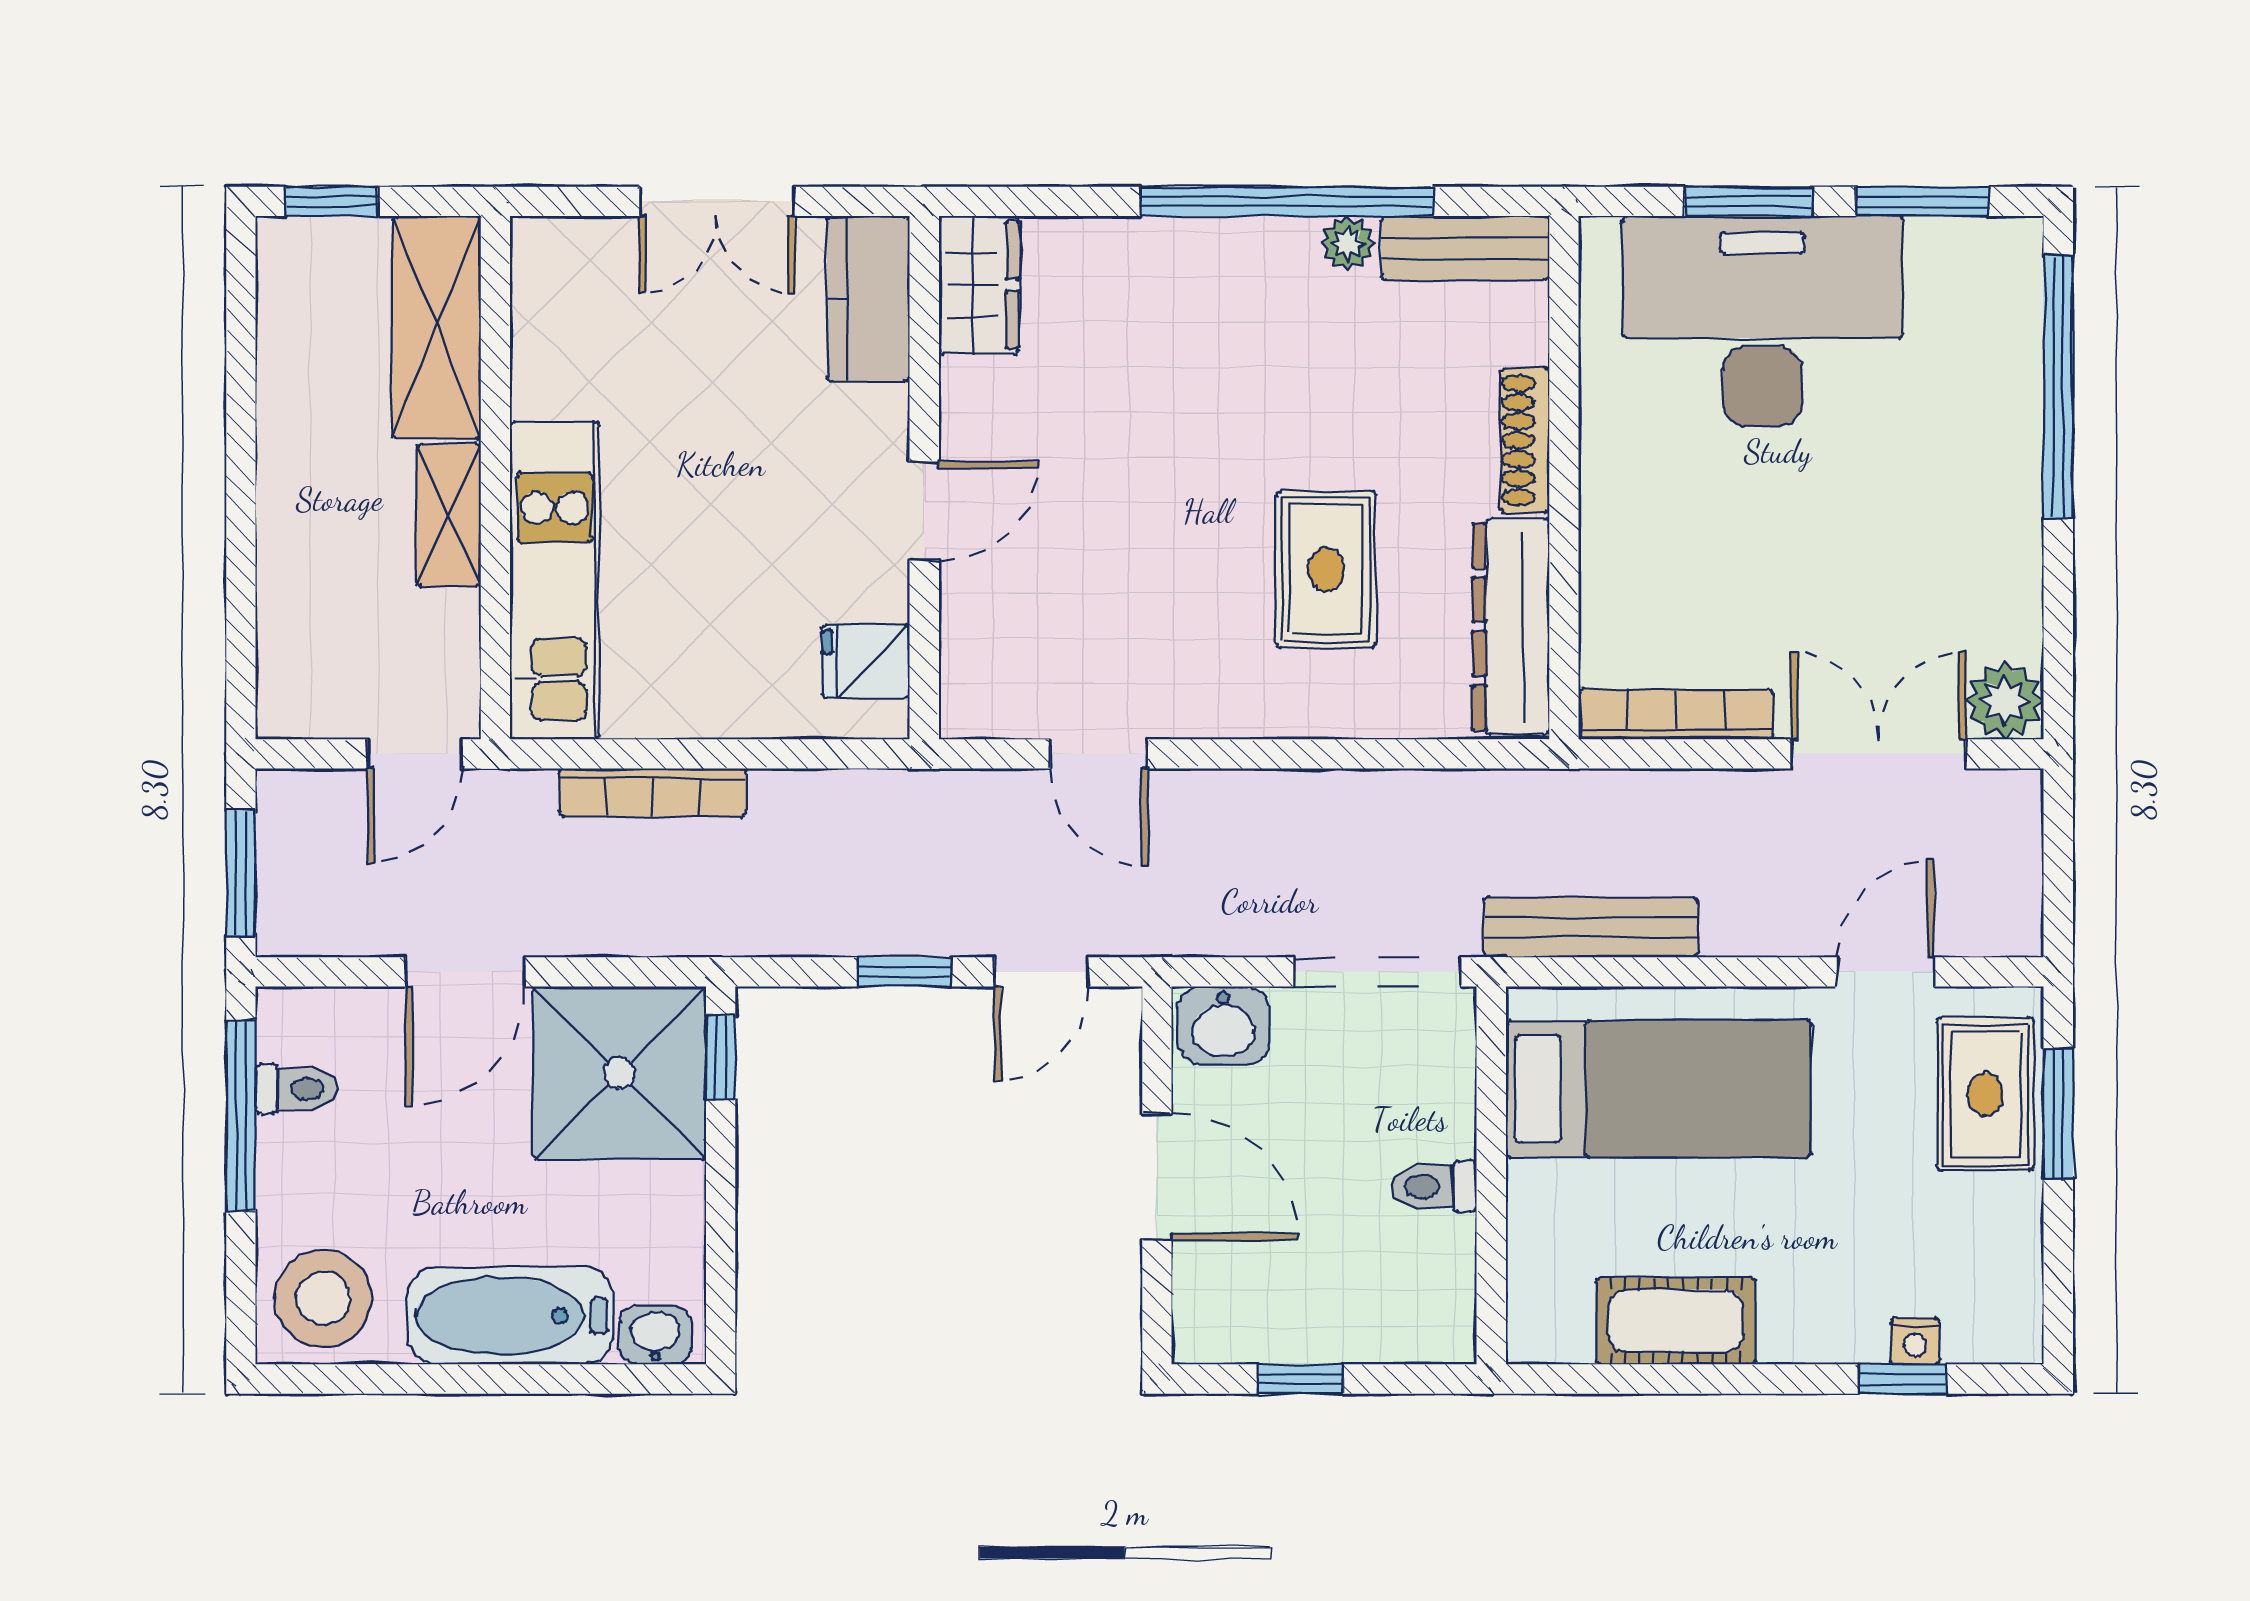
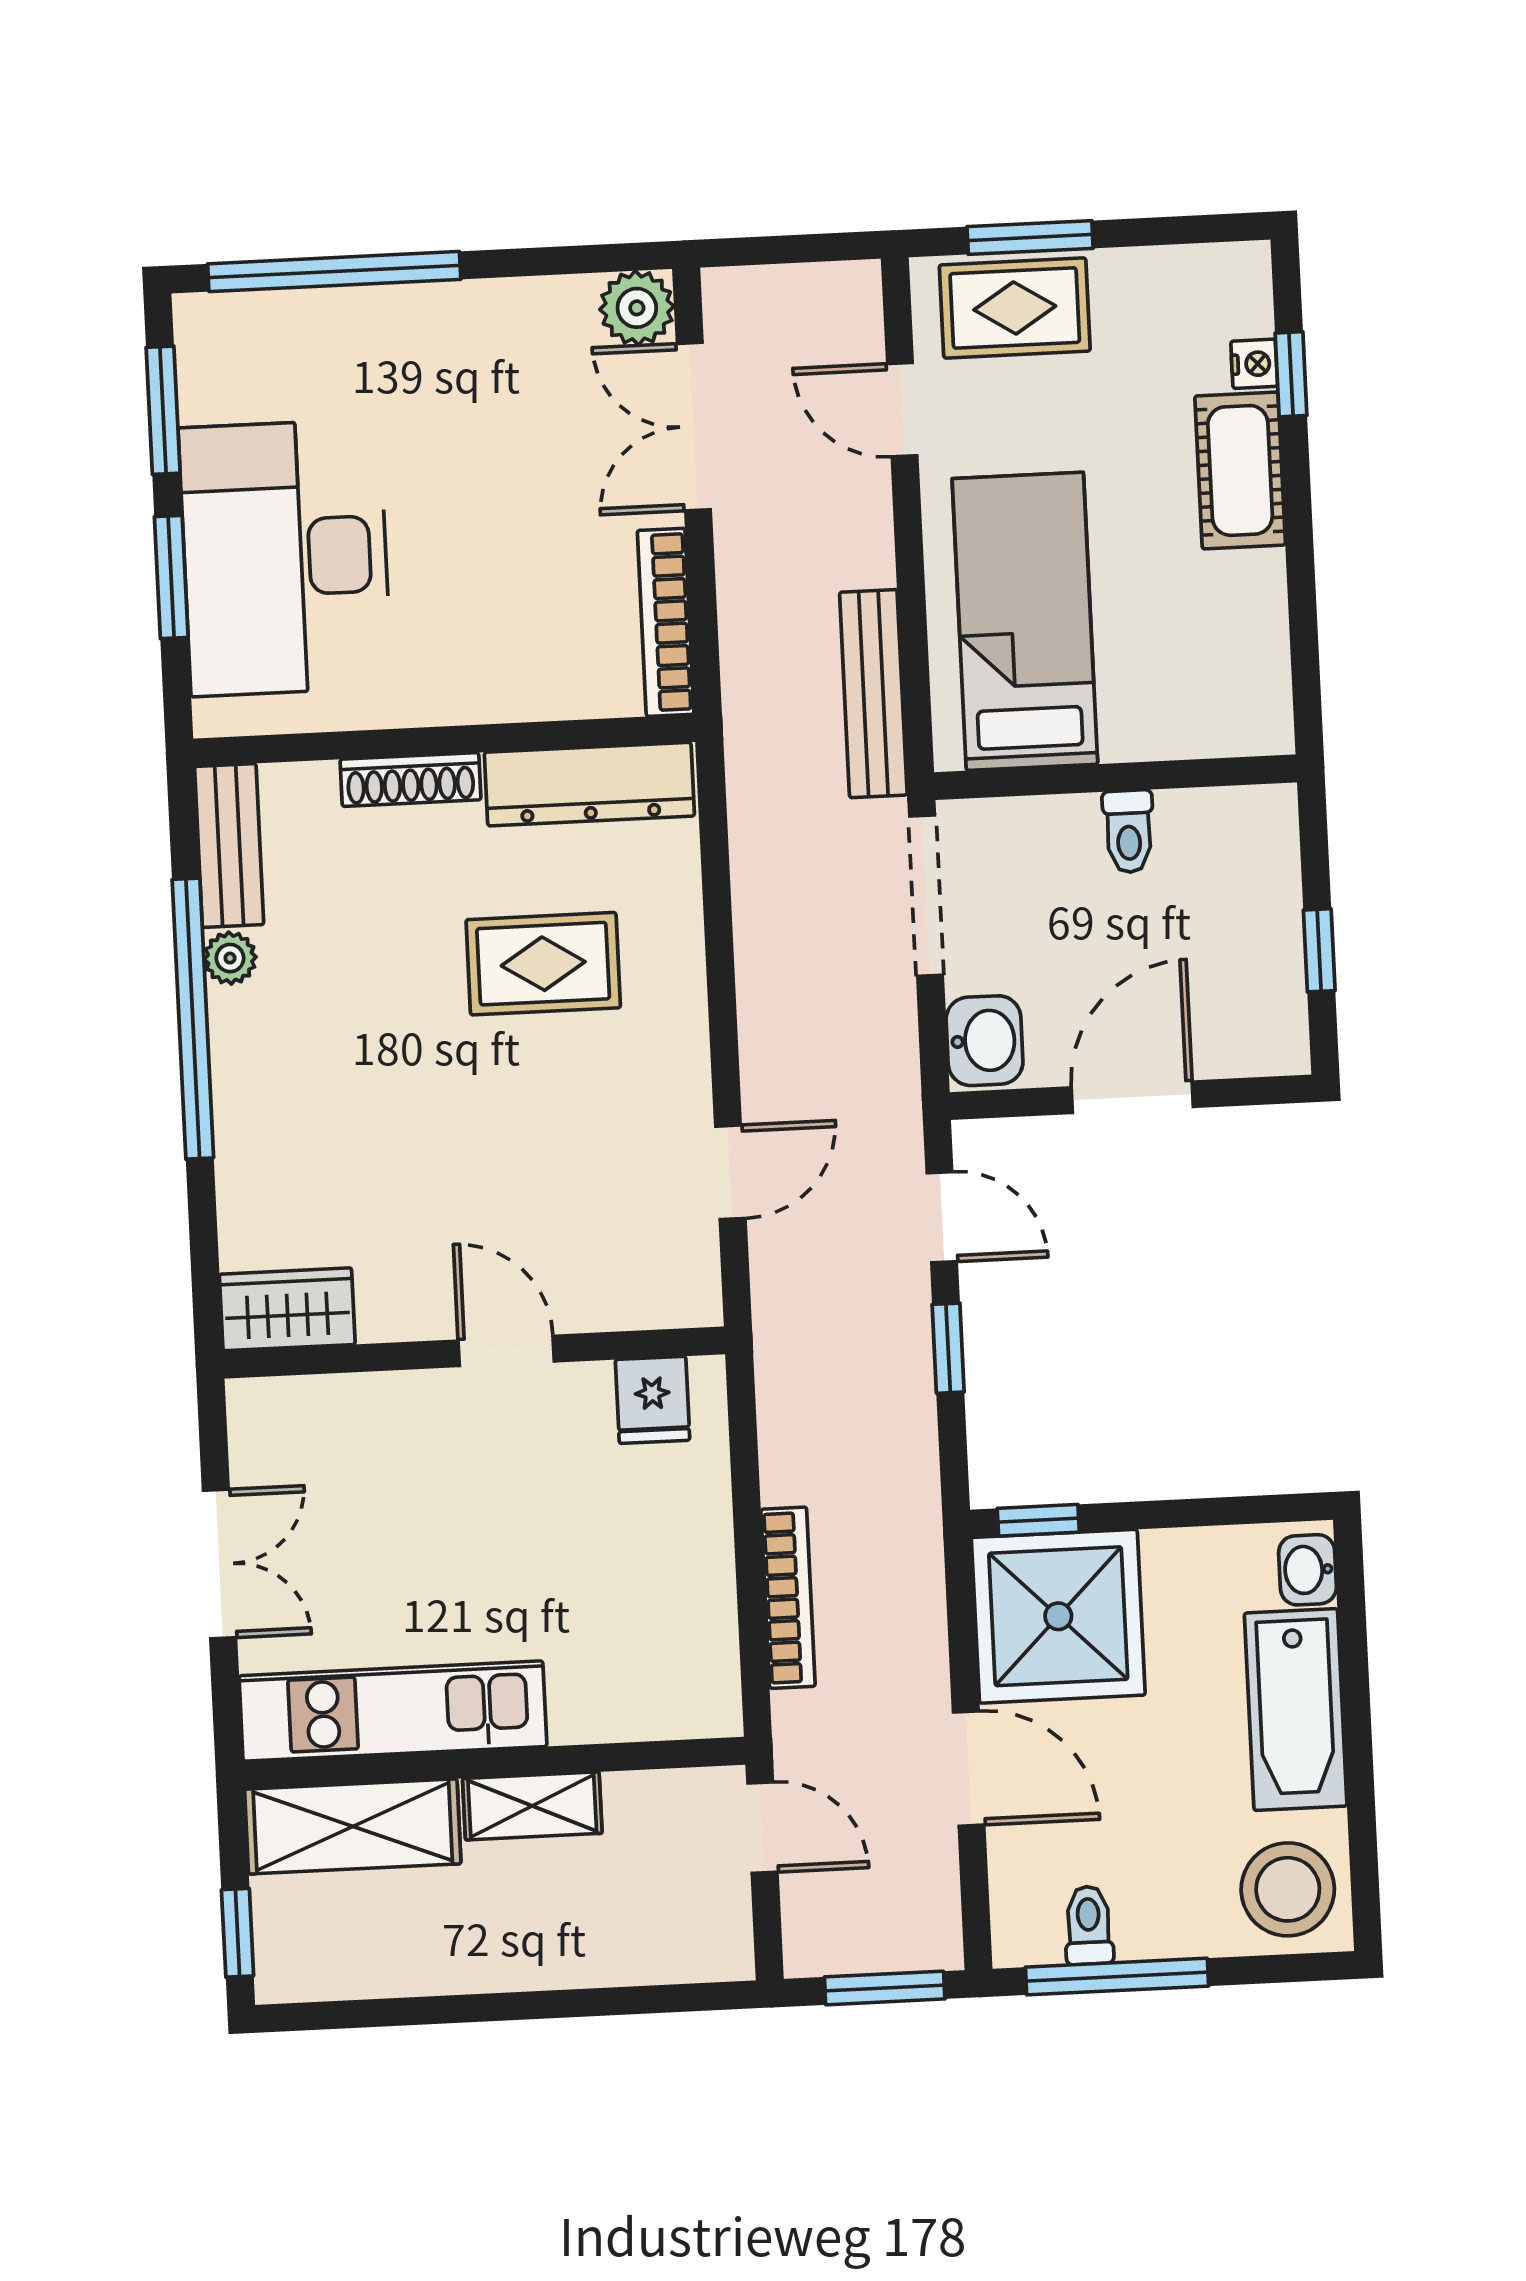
kitchen counter: (868, 299) -> (306, 1414), removed
kitchen unit: (555, 581) -> (393, 1711), moved
cot: (1676, 1321) -> (1240, 470), moved

